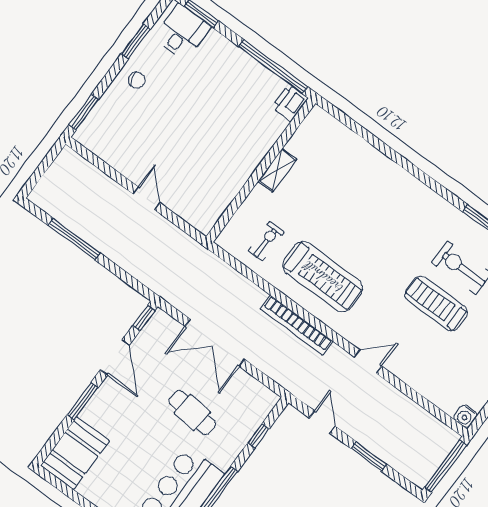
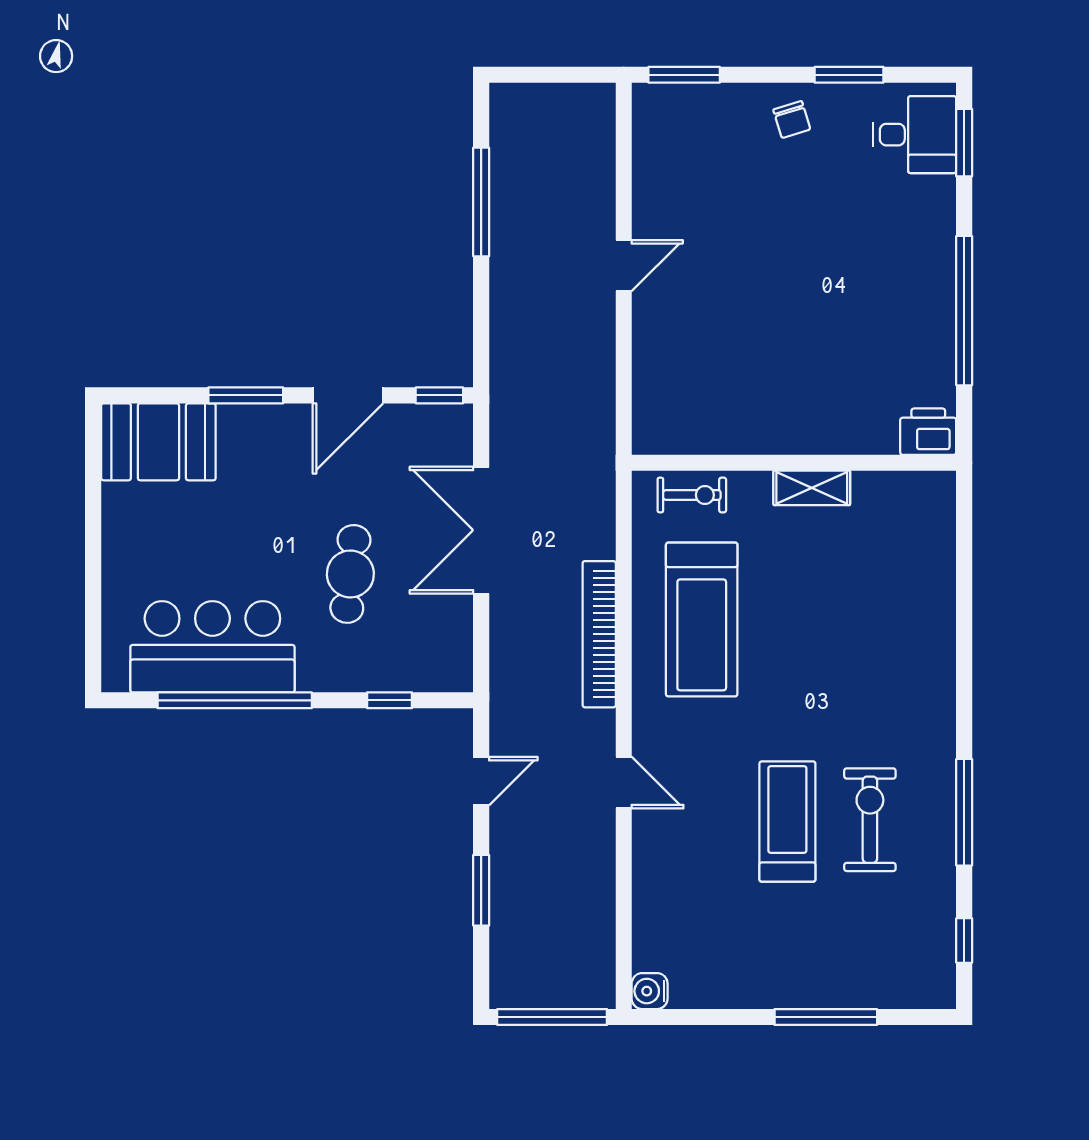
printer: (290, 103) -> (928, 432), moved
wall: (261, 170) -> (794, 463), moved
shelving: (277, 170) -> (812, 488), moved

